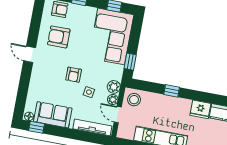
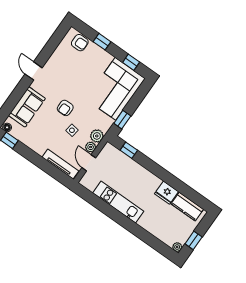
armchair: (59, 37) -> (67, 67), removed
window: (172, 91) -> (129, 150), moved
stool: (134, 100) -> (110, 156), removed
sofa: (53, 115) -> (27, 107), moved, turned 90

